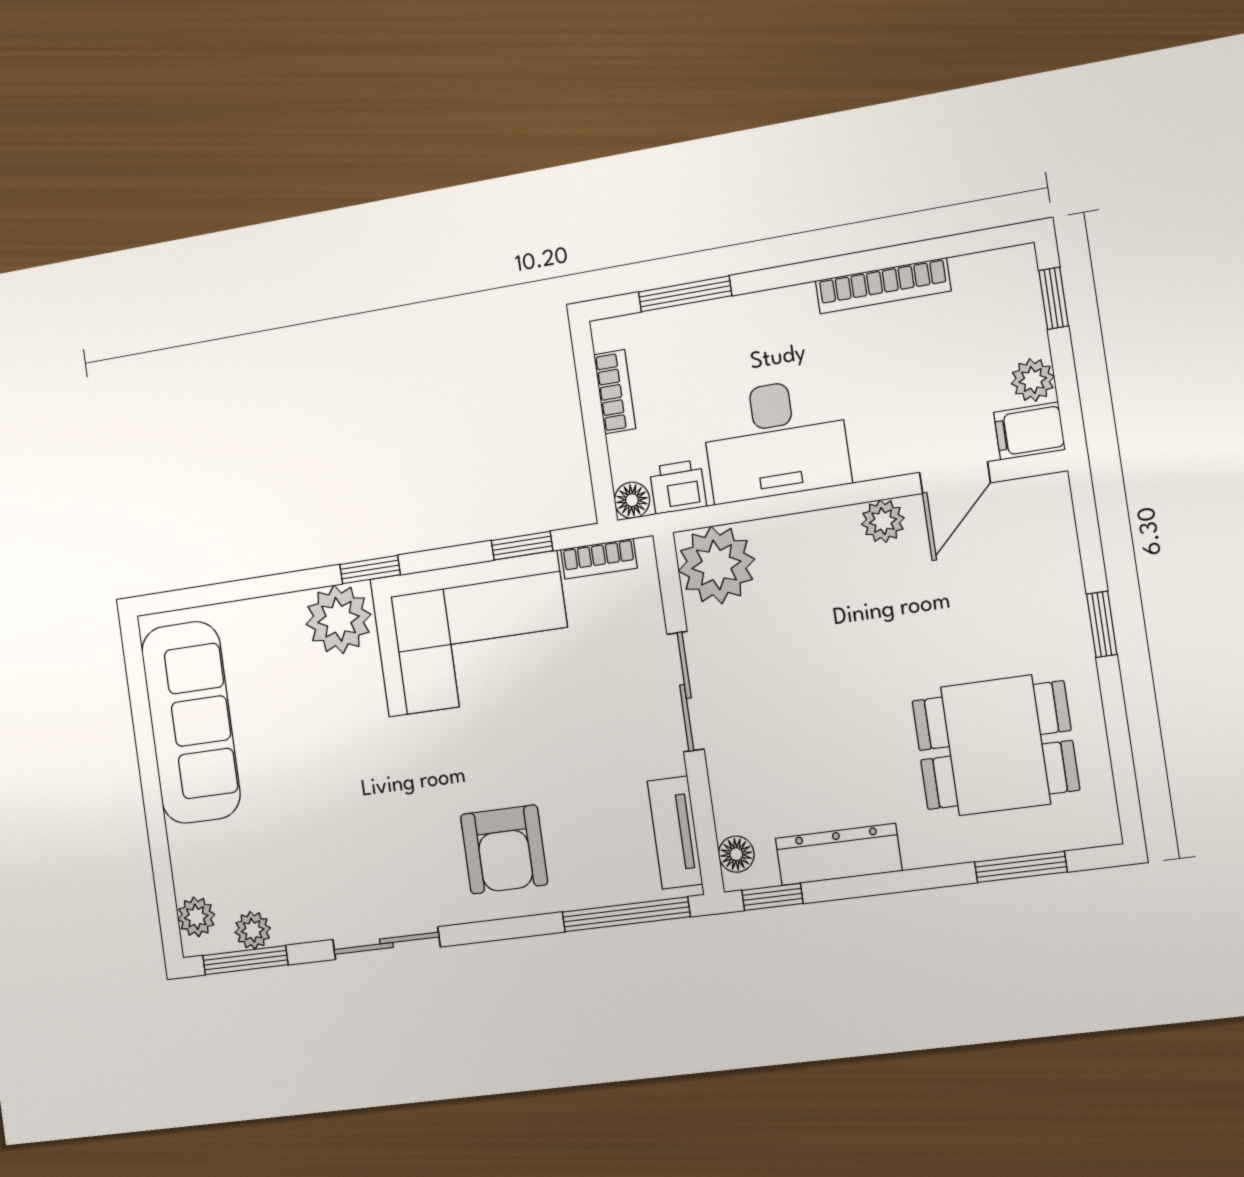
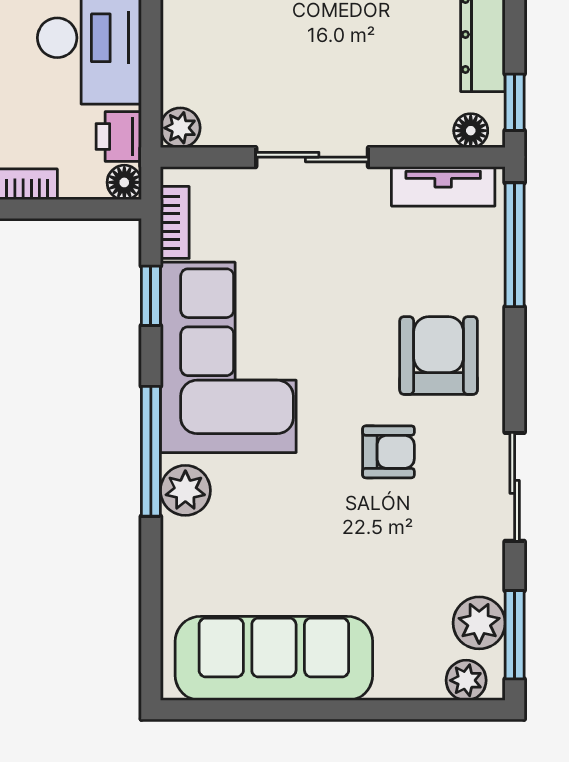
plant: (716, 565) -> (180, 128), width x0.53, depth x0.53
window: (370, 570) -> (151, 451), width x2.17
plant: (339, 619) -> (185, 490), width x0.73, depth x0.73
armchair: (403, 810) -> (388, 452), added
armchair: (504, 849) -> (439, 356), turned -90
plant: (253, 930) -> (479, 623), width x1.38, depth x1.38

